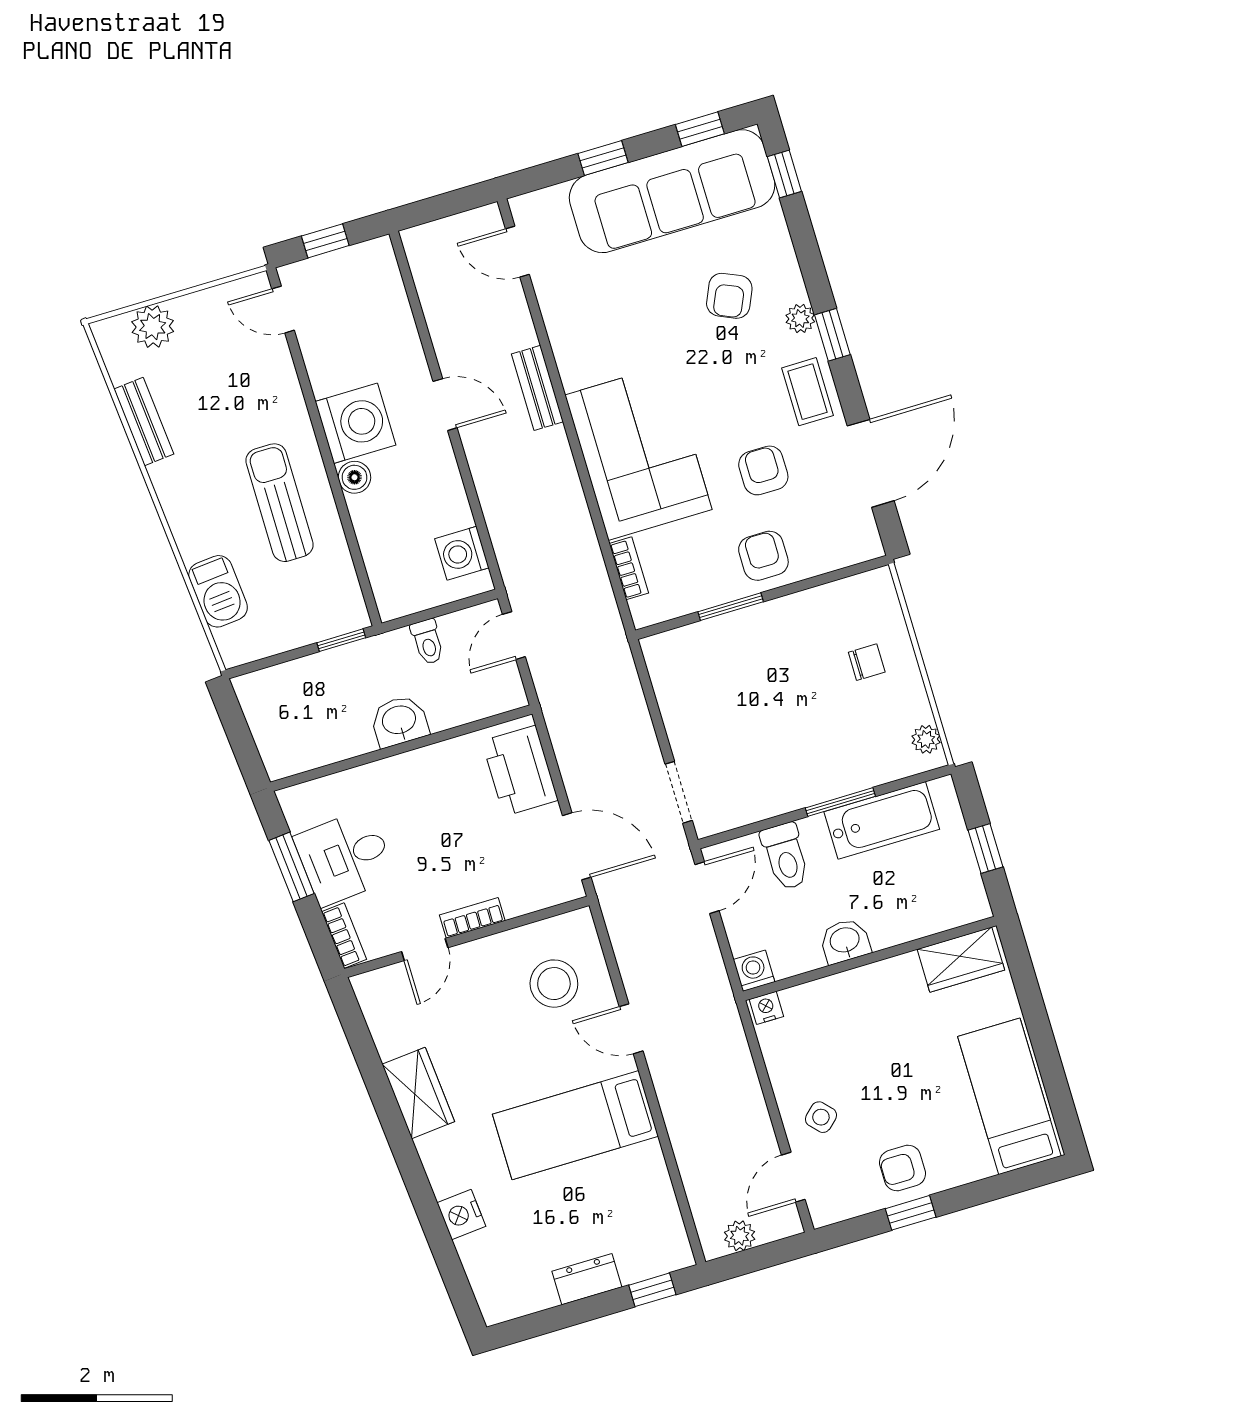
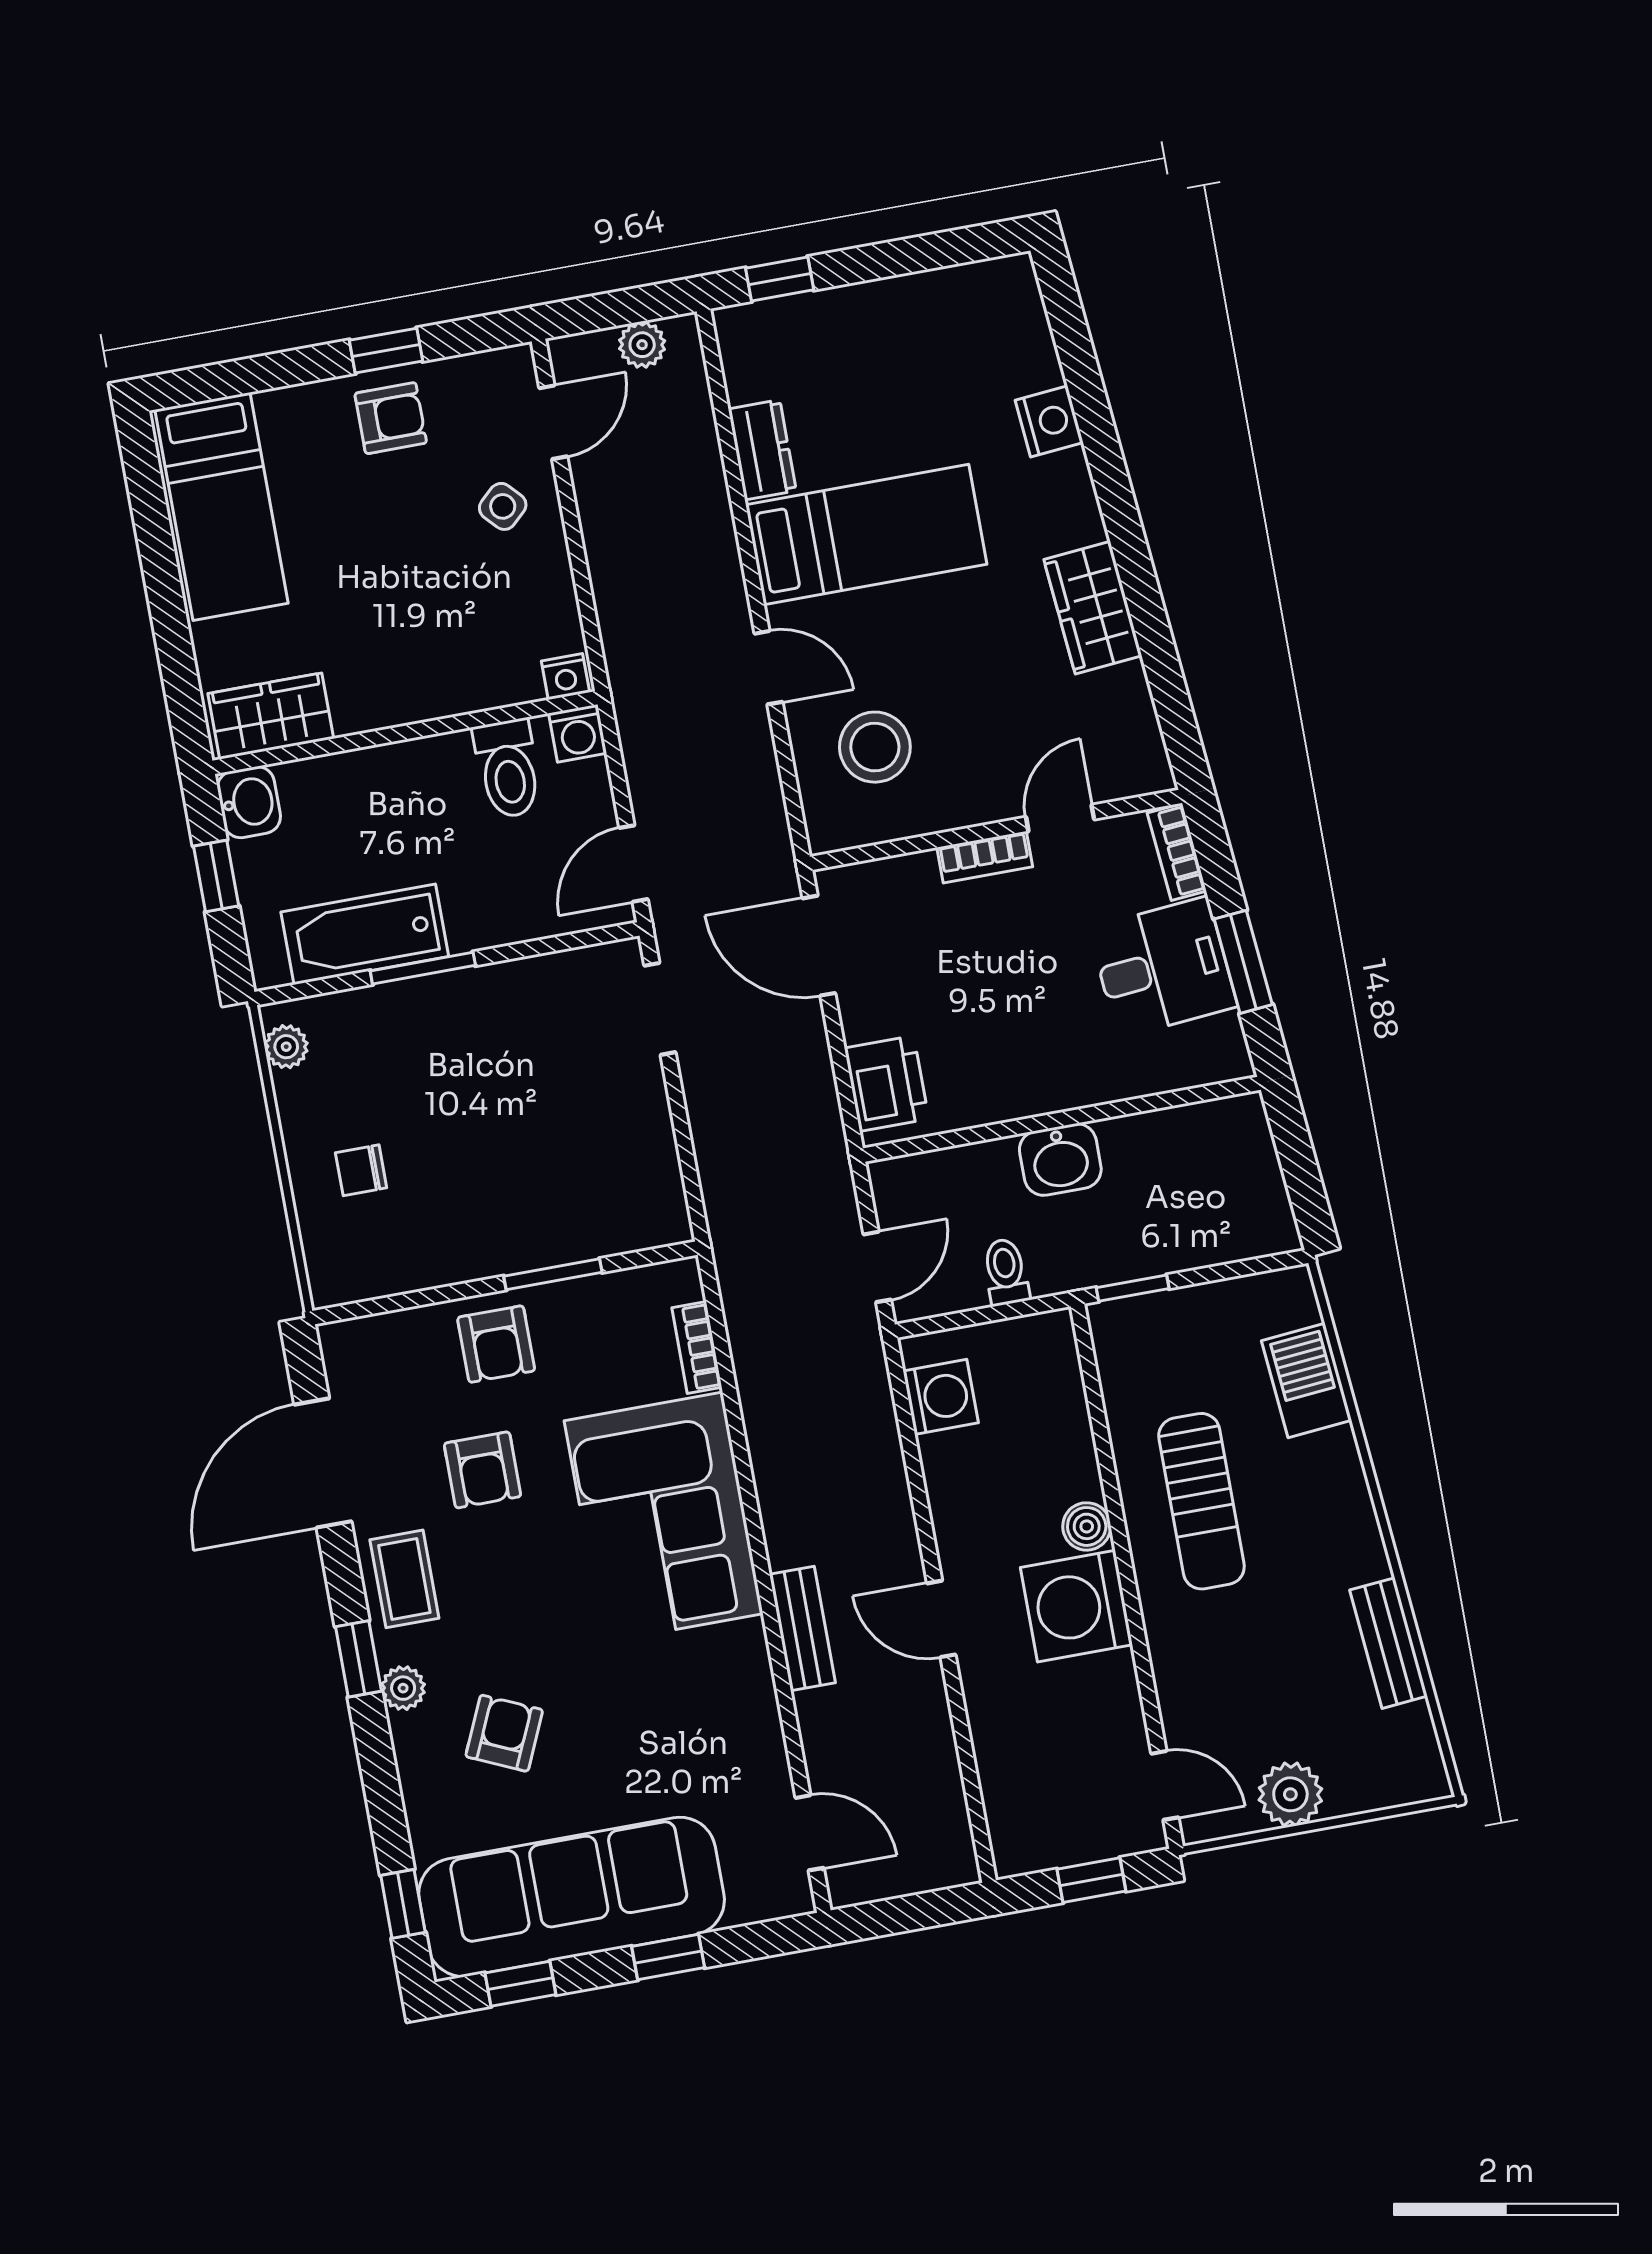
plant: (153, 327) -> (1290, 1794), moved
printer: (520, 771) -> (887, 1083), width x0.73, depth x0.84
toilet: (785, 856) -> (508, 769), moved, turned 180
washbasin: (845, 941) -> (249, 802), moved, turned -90
dresser: (587, 1279) -> (762, 450), moved, turned -90

